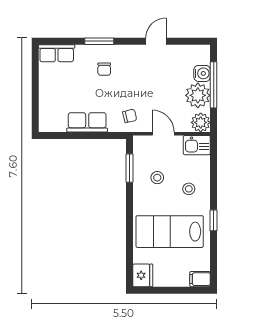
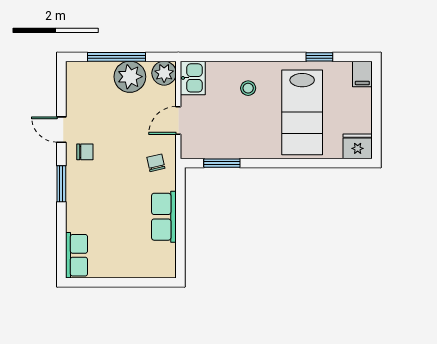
window: (99, 41) -> (61, 184), moved
chair: (104, 69) -> (85, 152), moved
water cooler: (202, 73) -> (102, 71), removed
stool: (157, 178) -> (234, 128), removed
window: (214, 220) -> (319, 57), moved

